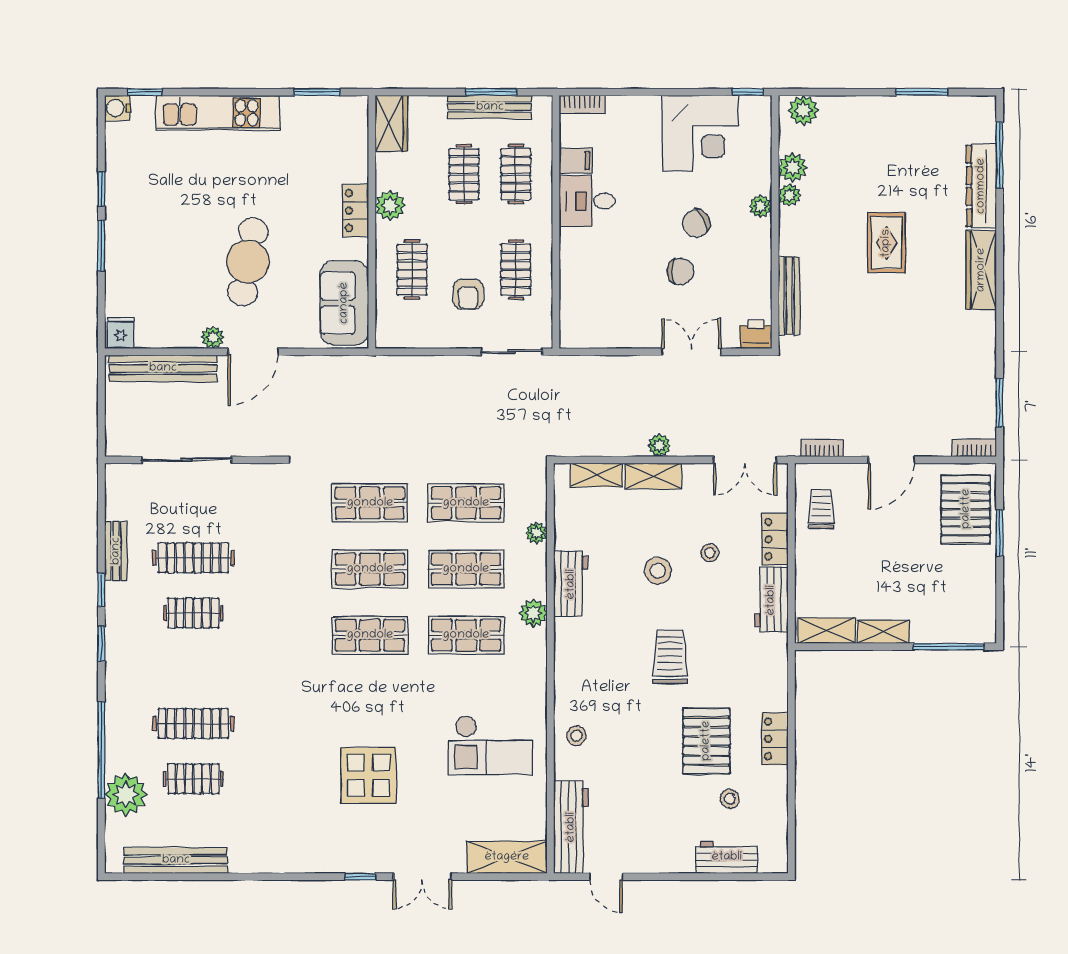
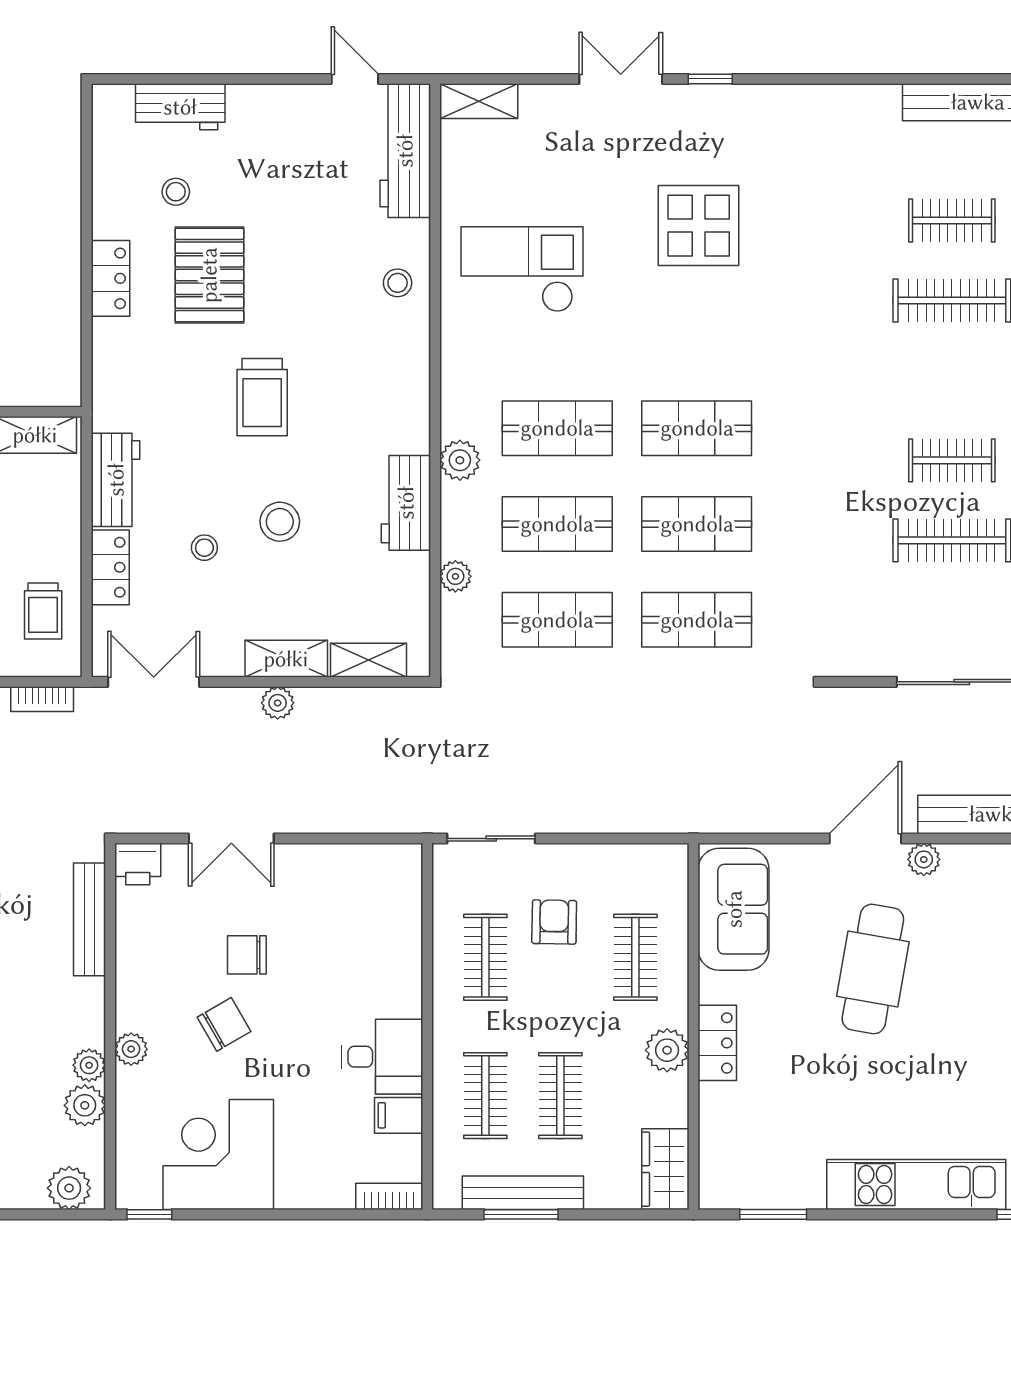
shelving: (507, 857) -> (479, 101), width x0.67, depth x0.75

